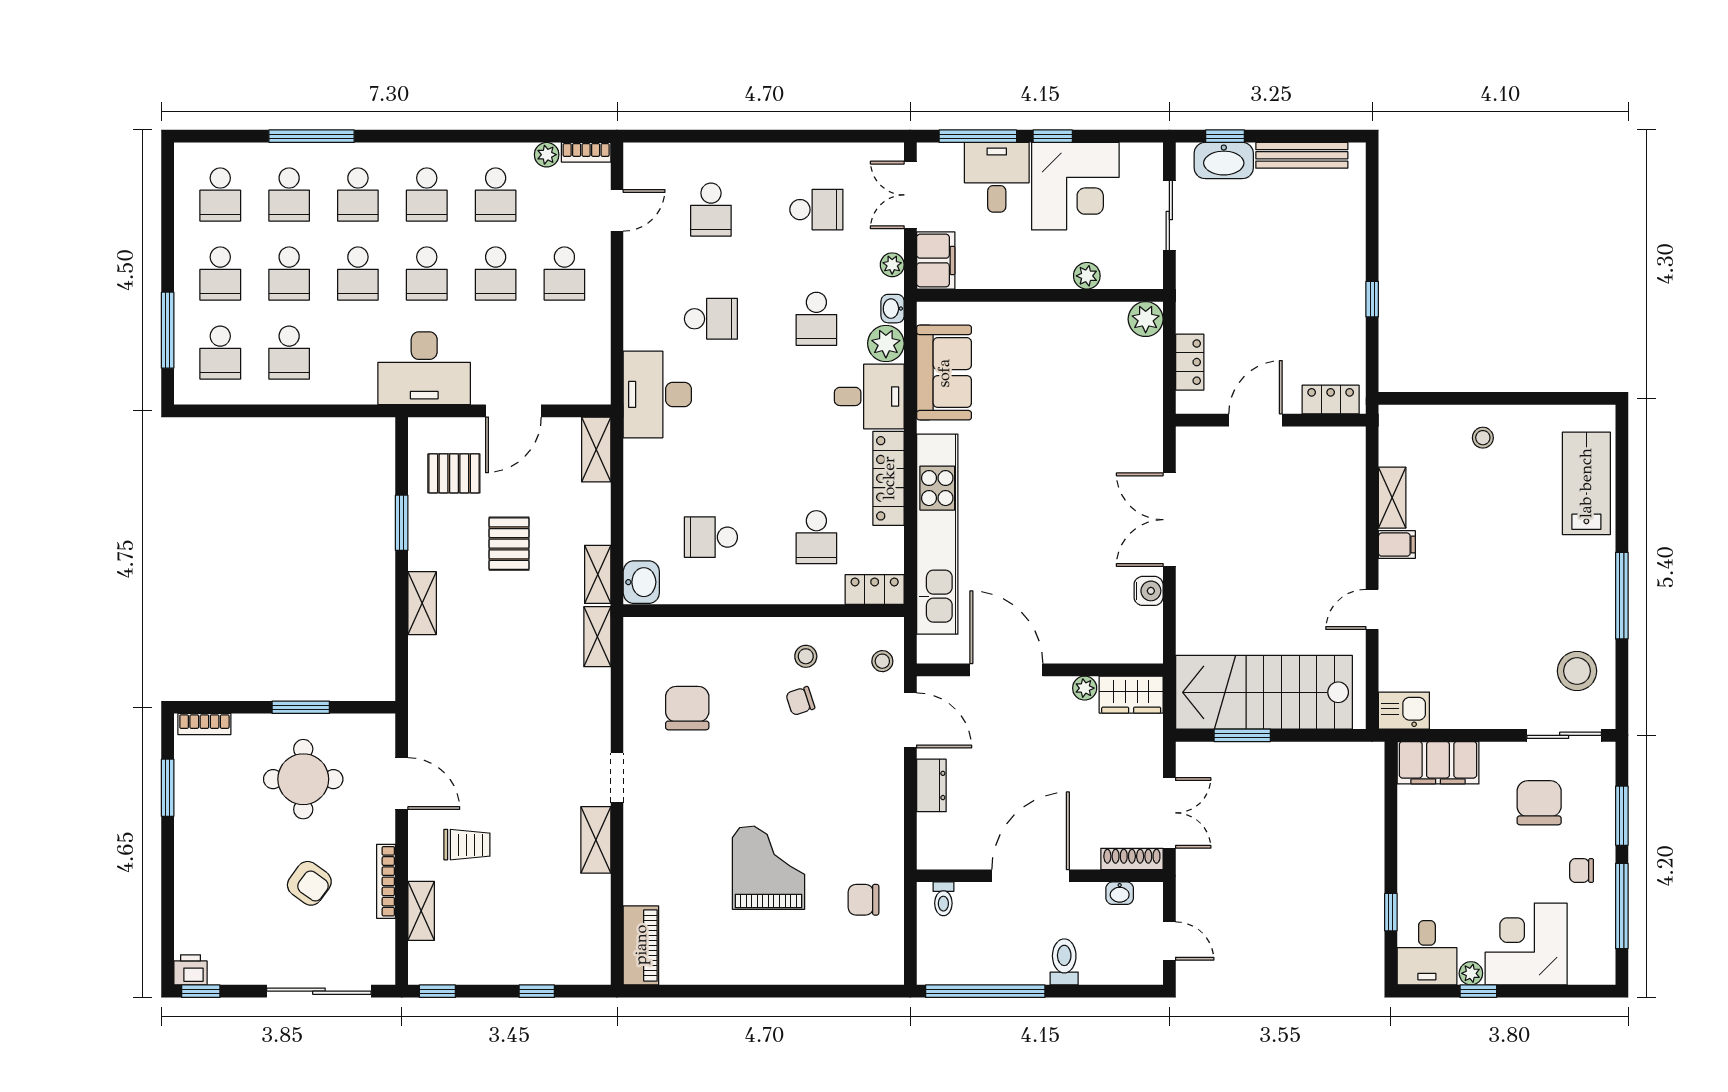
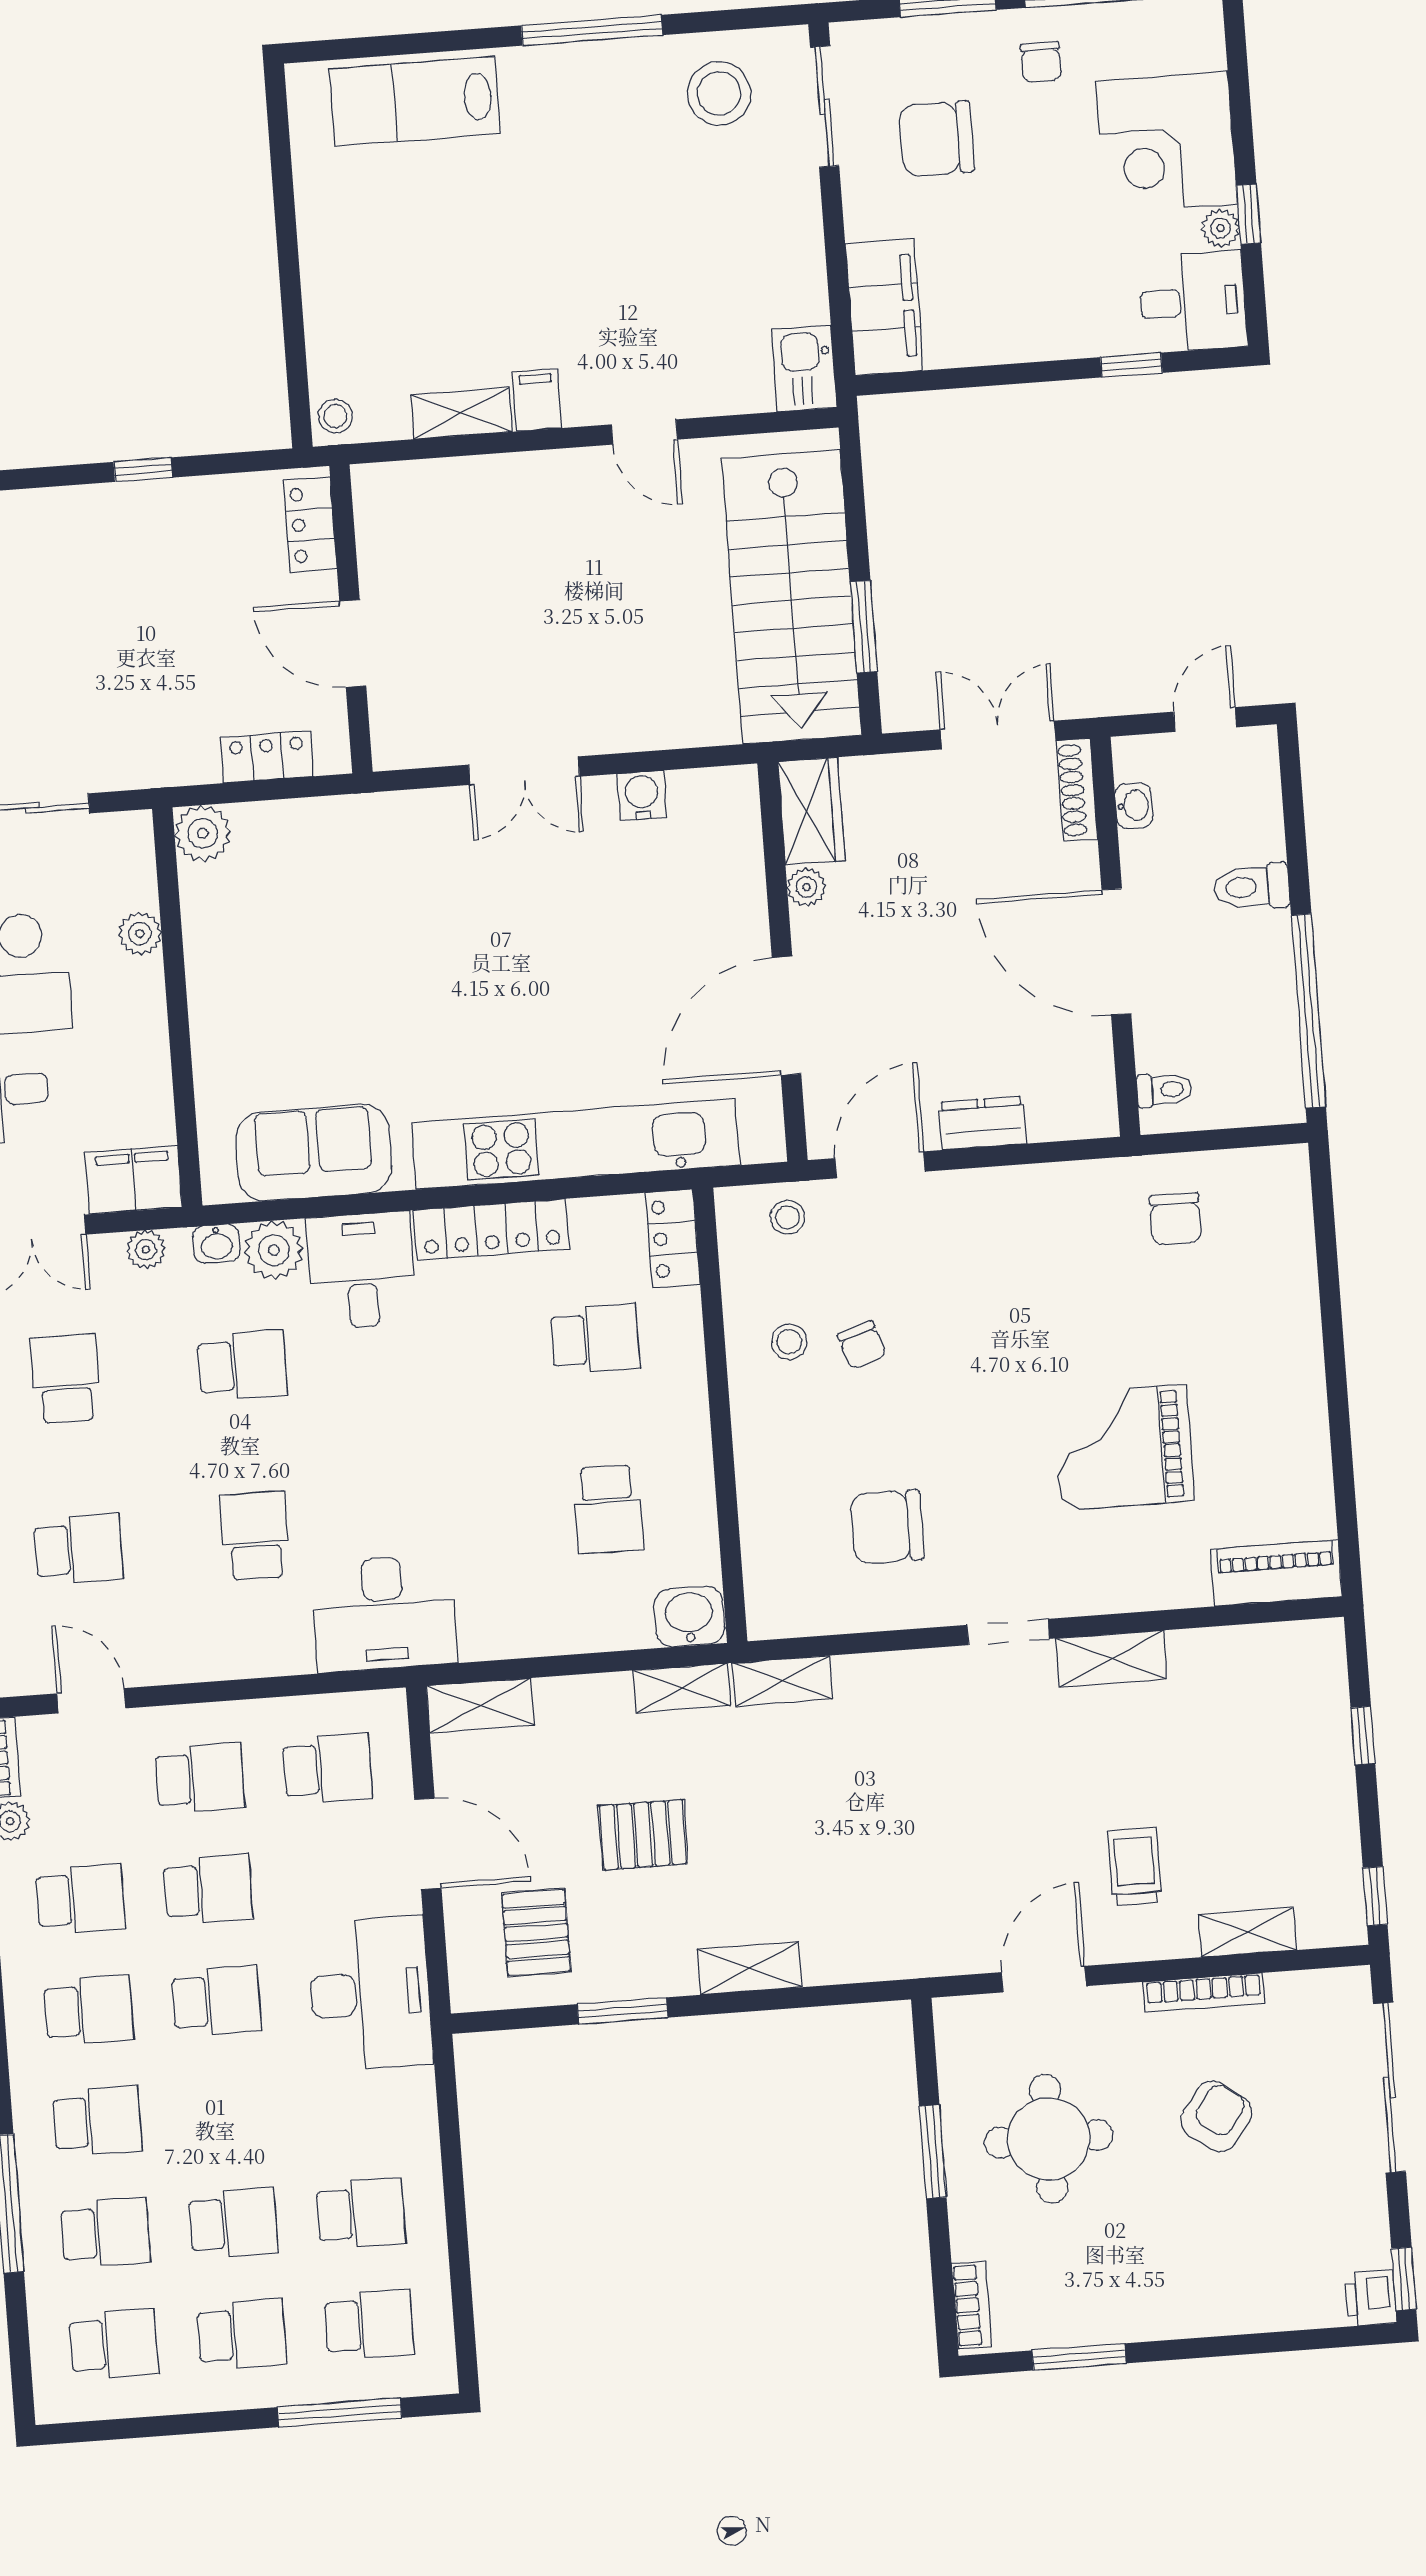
school desk: (358, 274) -> (327, 1769), moved
stool: (1483, 438) -> (335, 416), moved
double door: (1169, 520) -> (524, 771), width x0.73
grand piano: (768, 868) -> (1123, 1447), moved

